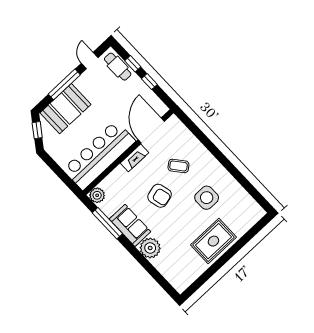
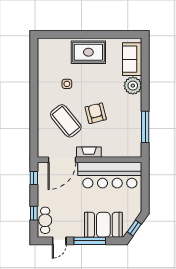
window: (149, 82) -> (34, 178), moved
coffee table: (178, 166) -> (66, 121), width x1.86, depth x1.72
plant: (97, 195) -> (135, 151), removed
side table: (207, 198) -> (67, 84), width x0.54, depth x0.54
sofa: (130, 225) -> (132, 59), moved

